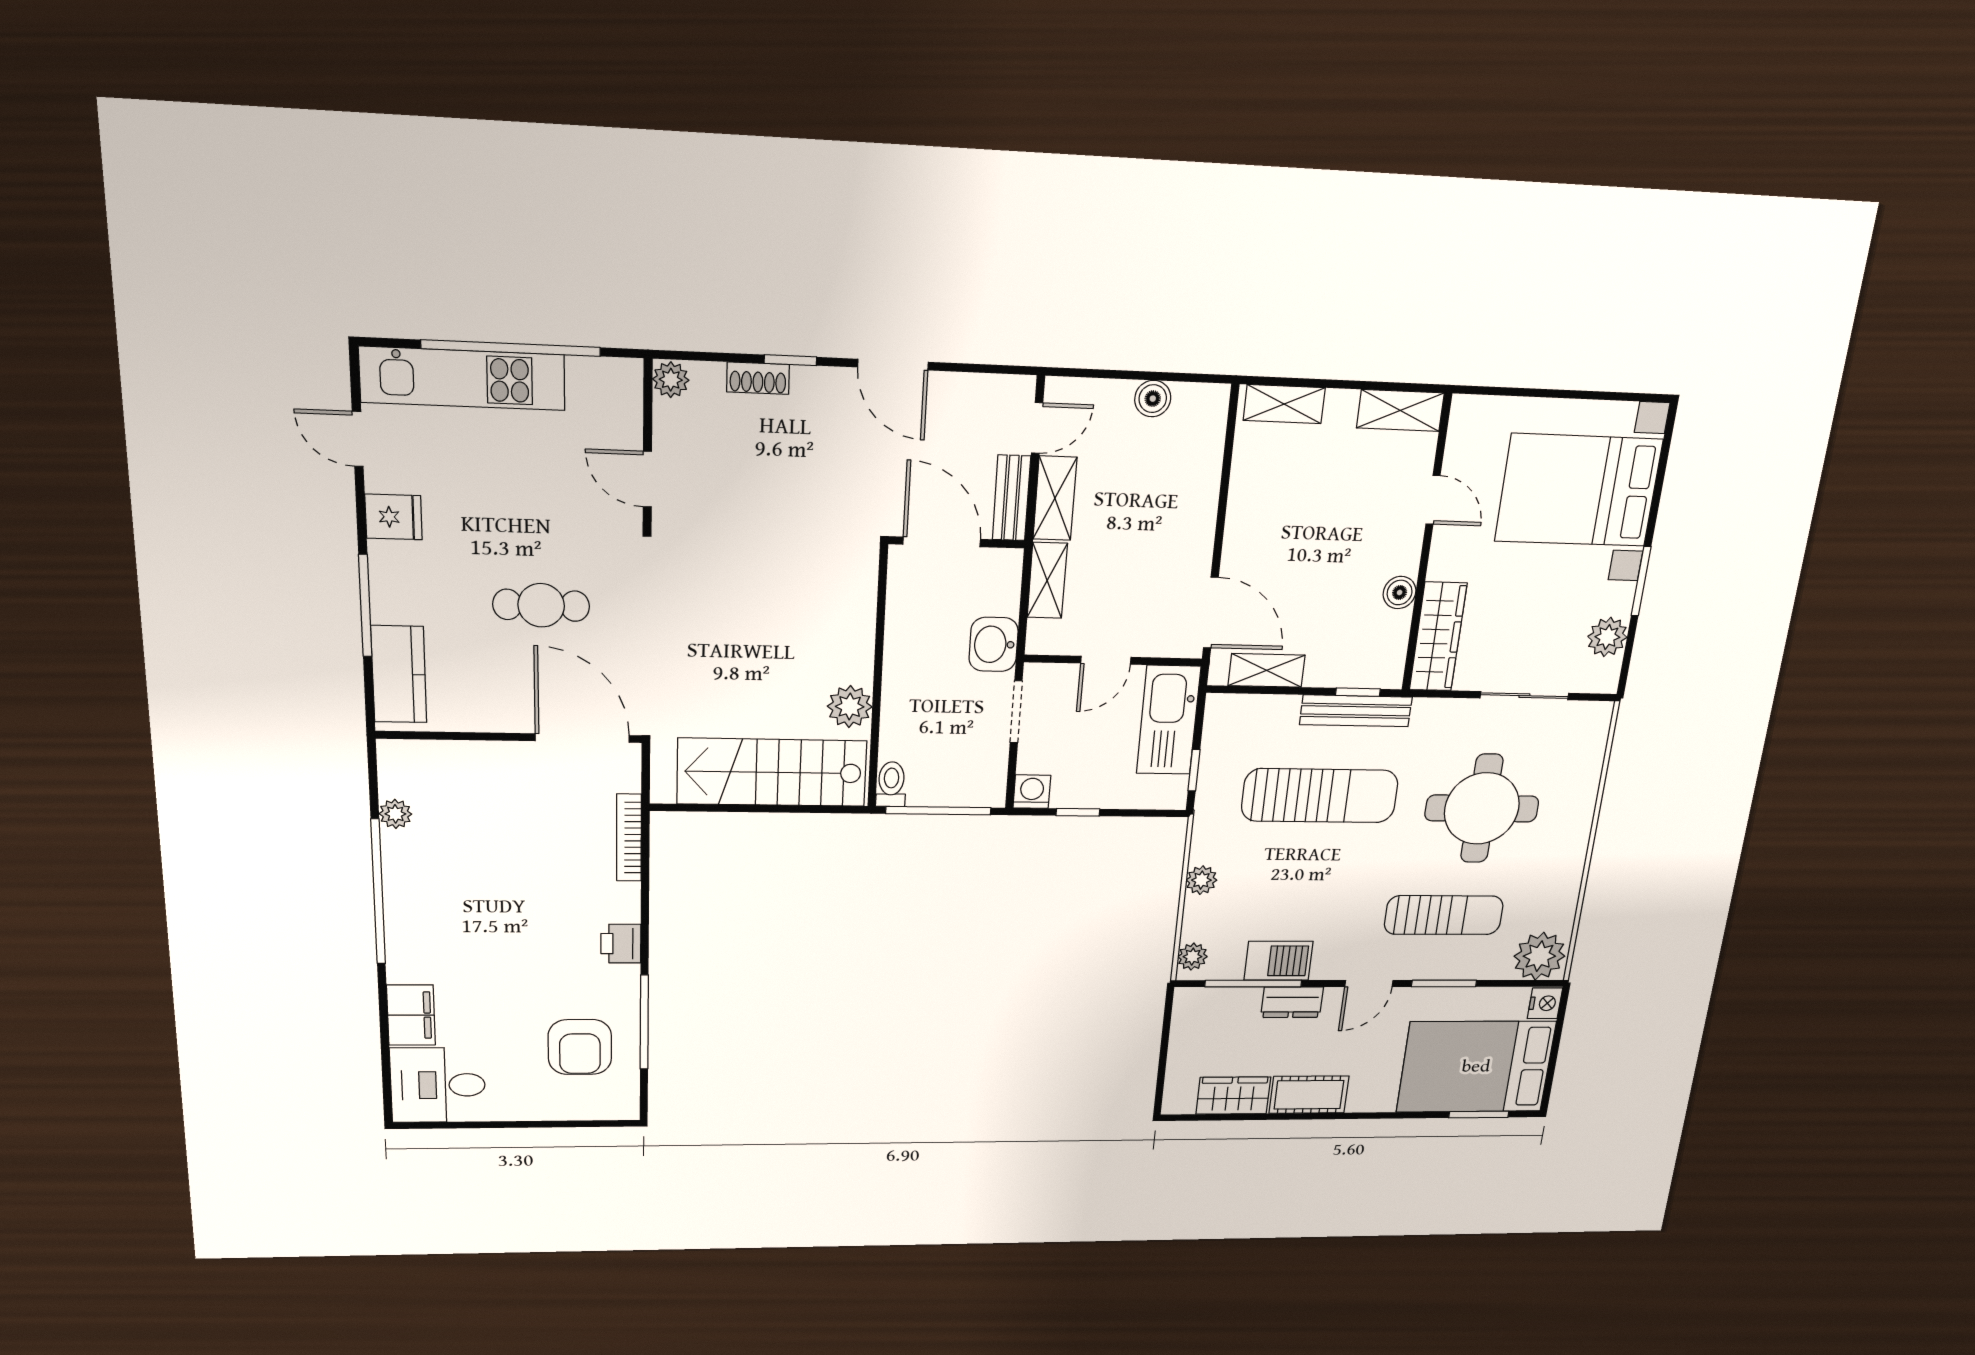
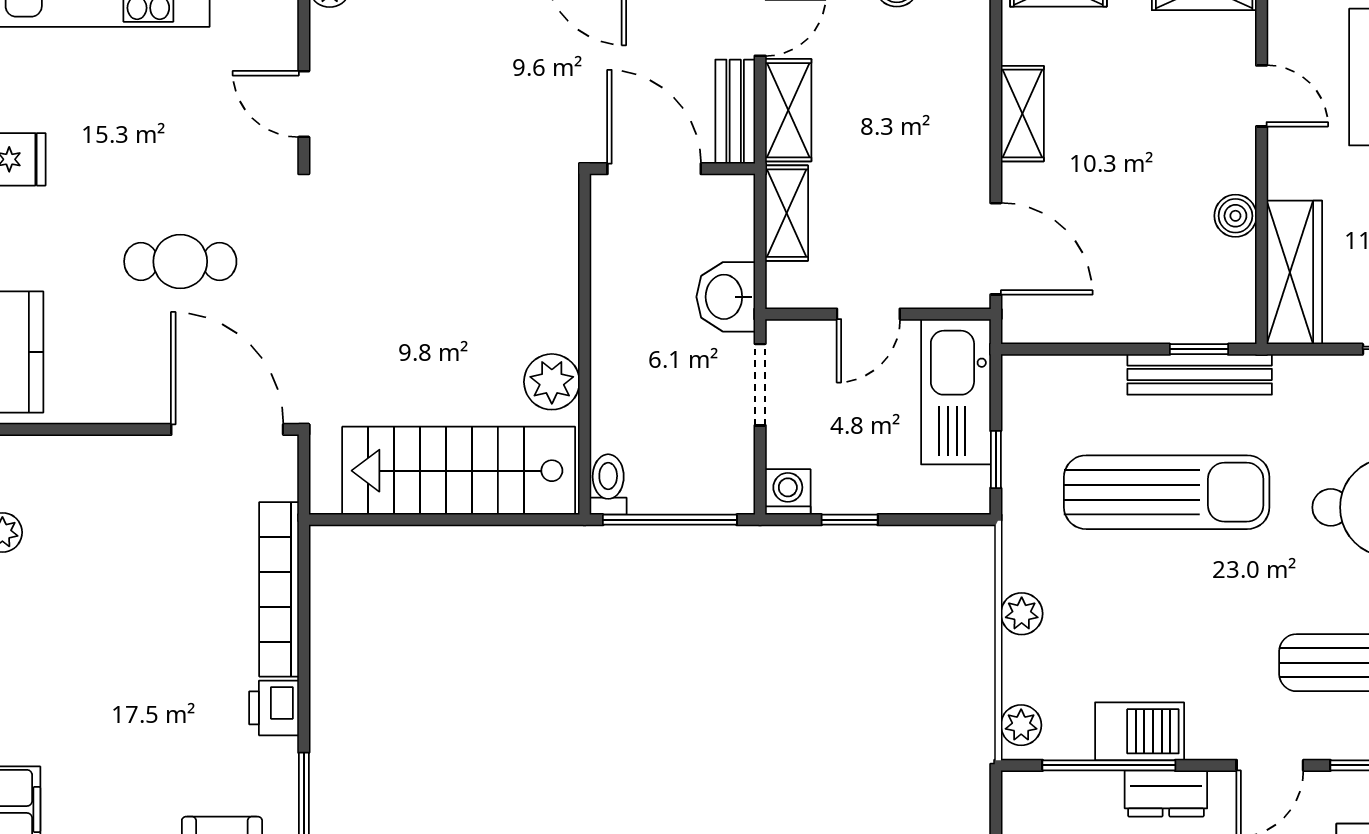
shelving: (1267, 670) -> (1022, 114), moved, turned 90
bookcase: (629, 838) -> (279, 589), width x1.48, depth x1.31

